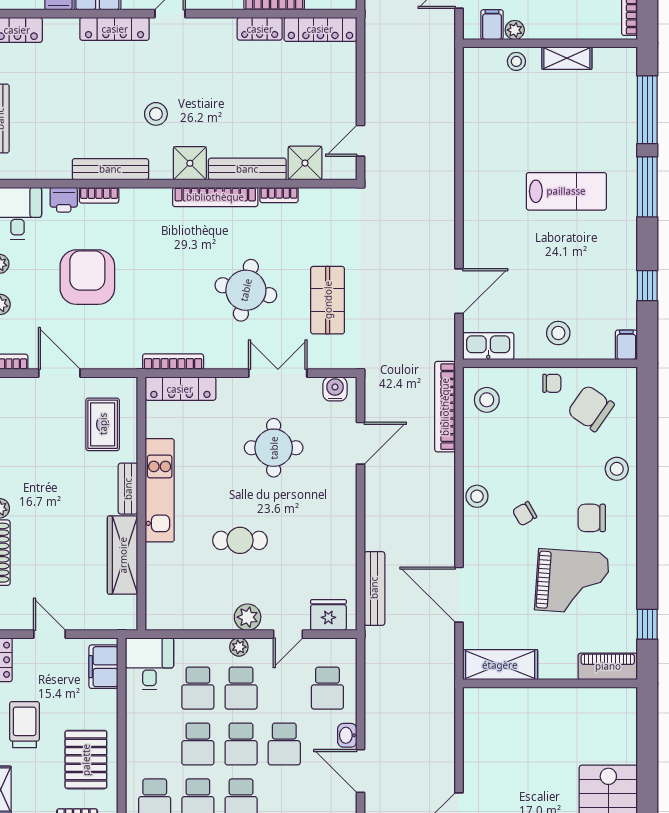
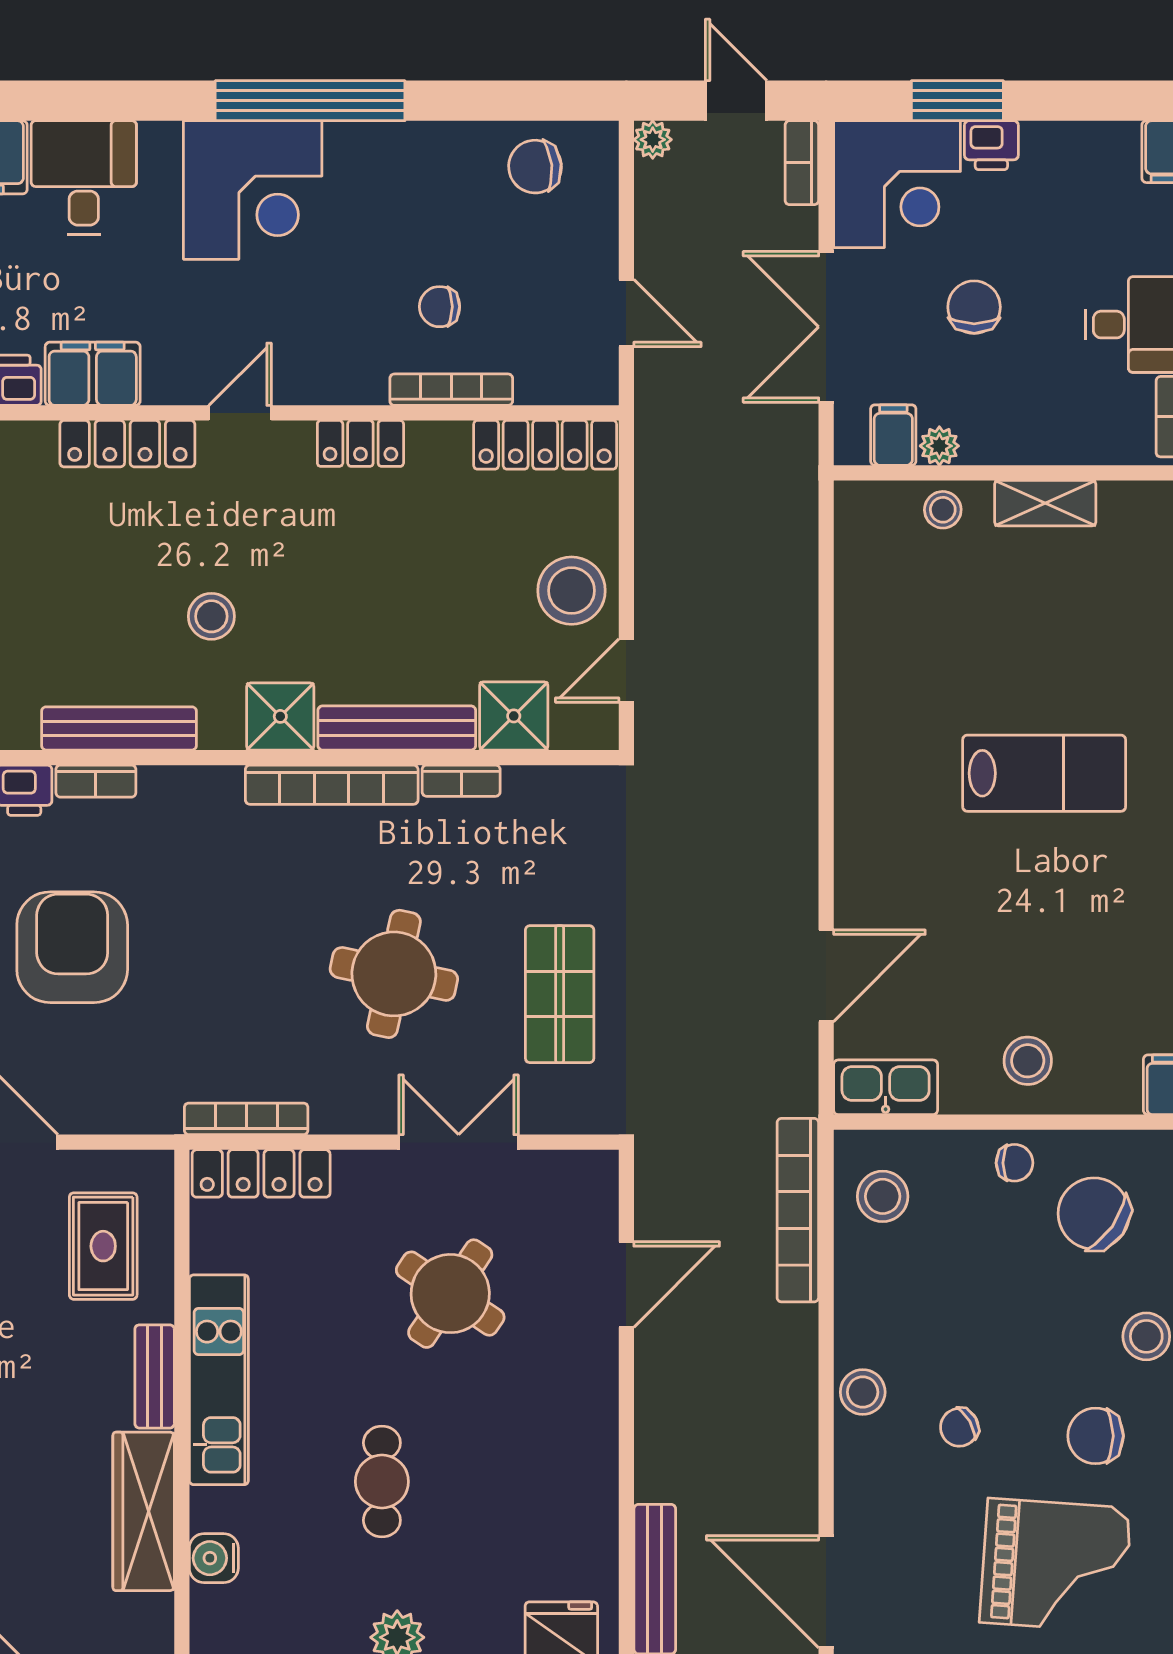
locker: (260, 29) -> (360, 443), moved
stool: (333, 101) -> (571, 591), added
water cooler: (335, 389) -> (214, 1558), moved, turned -90
round table: (274, 448) -> (450, 1294), turned 34
cafe table: (240, 540) -> (382, 1482), turned 90

